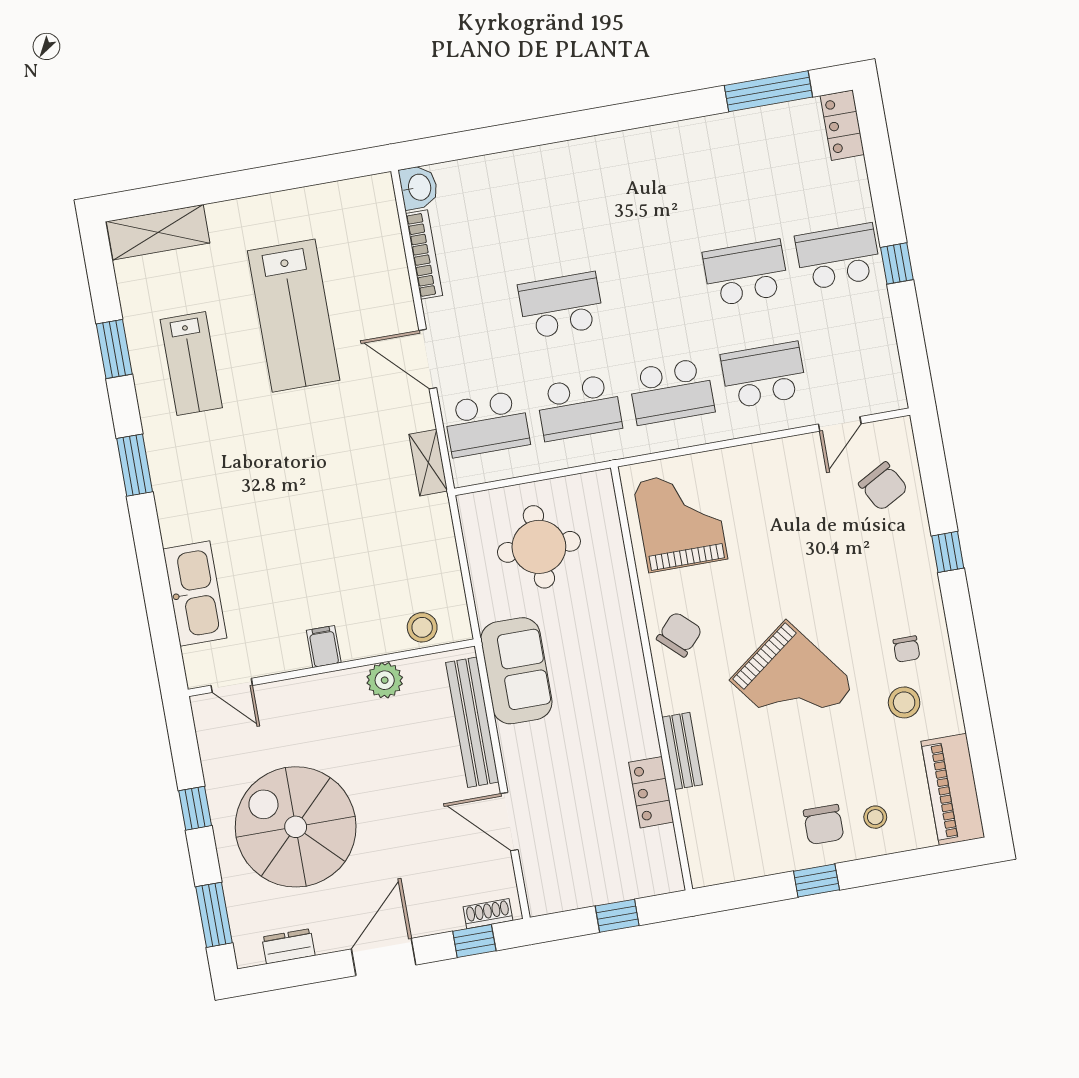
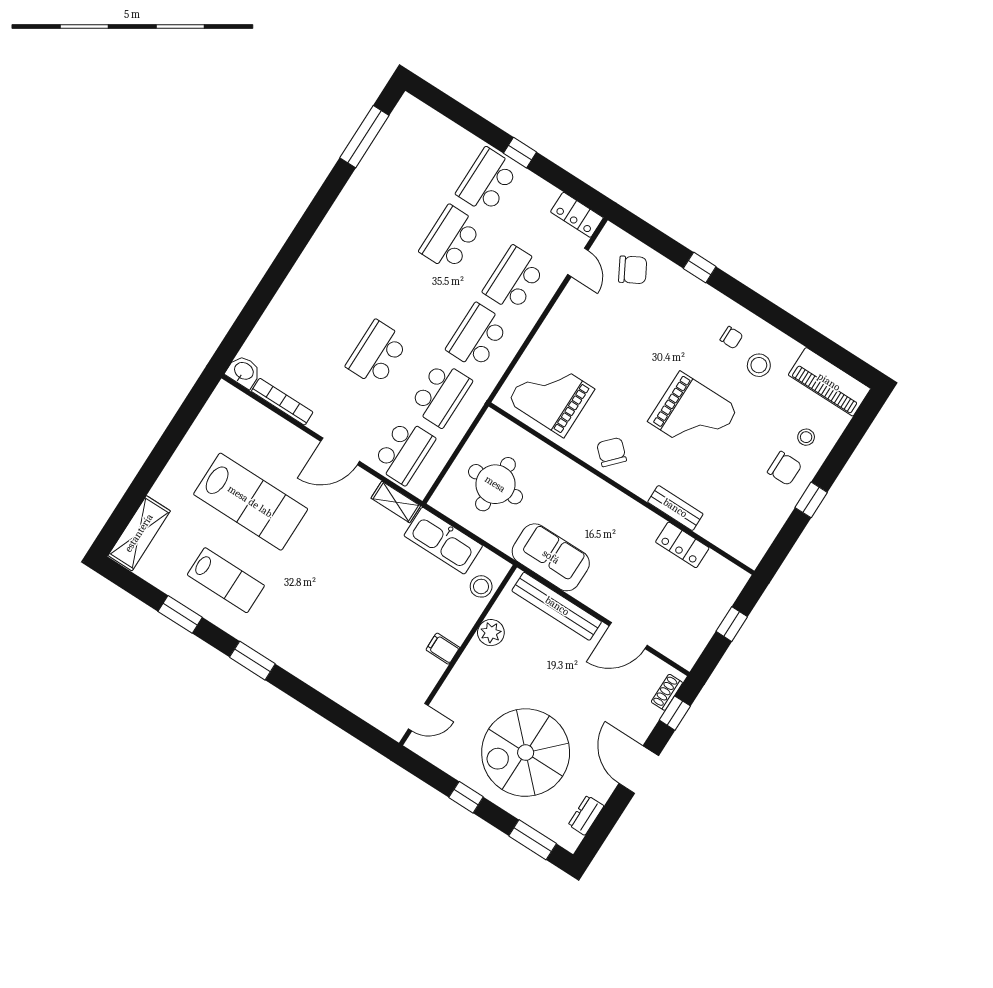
locker: (842, 125) -> (577, 215), moved
school desk: (671, 391) -> (477, 337), turned 180
kitchen sink: (195, 593) -> (443, 541), moved, turned 180
grand piano: (793, 682) -> (693, 415), turned 37

